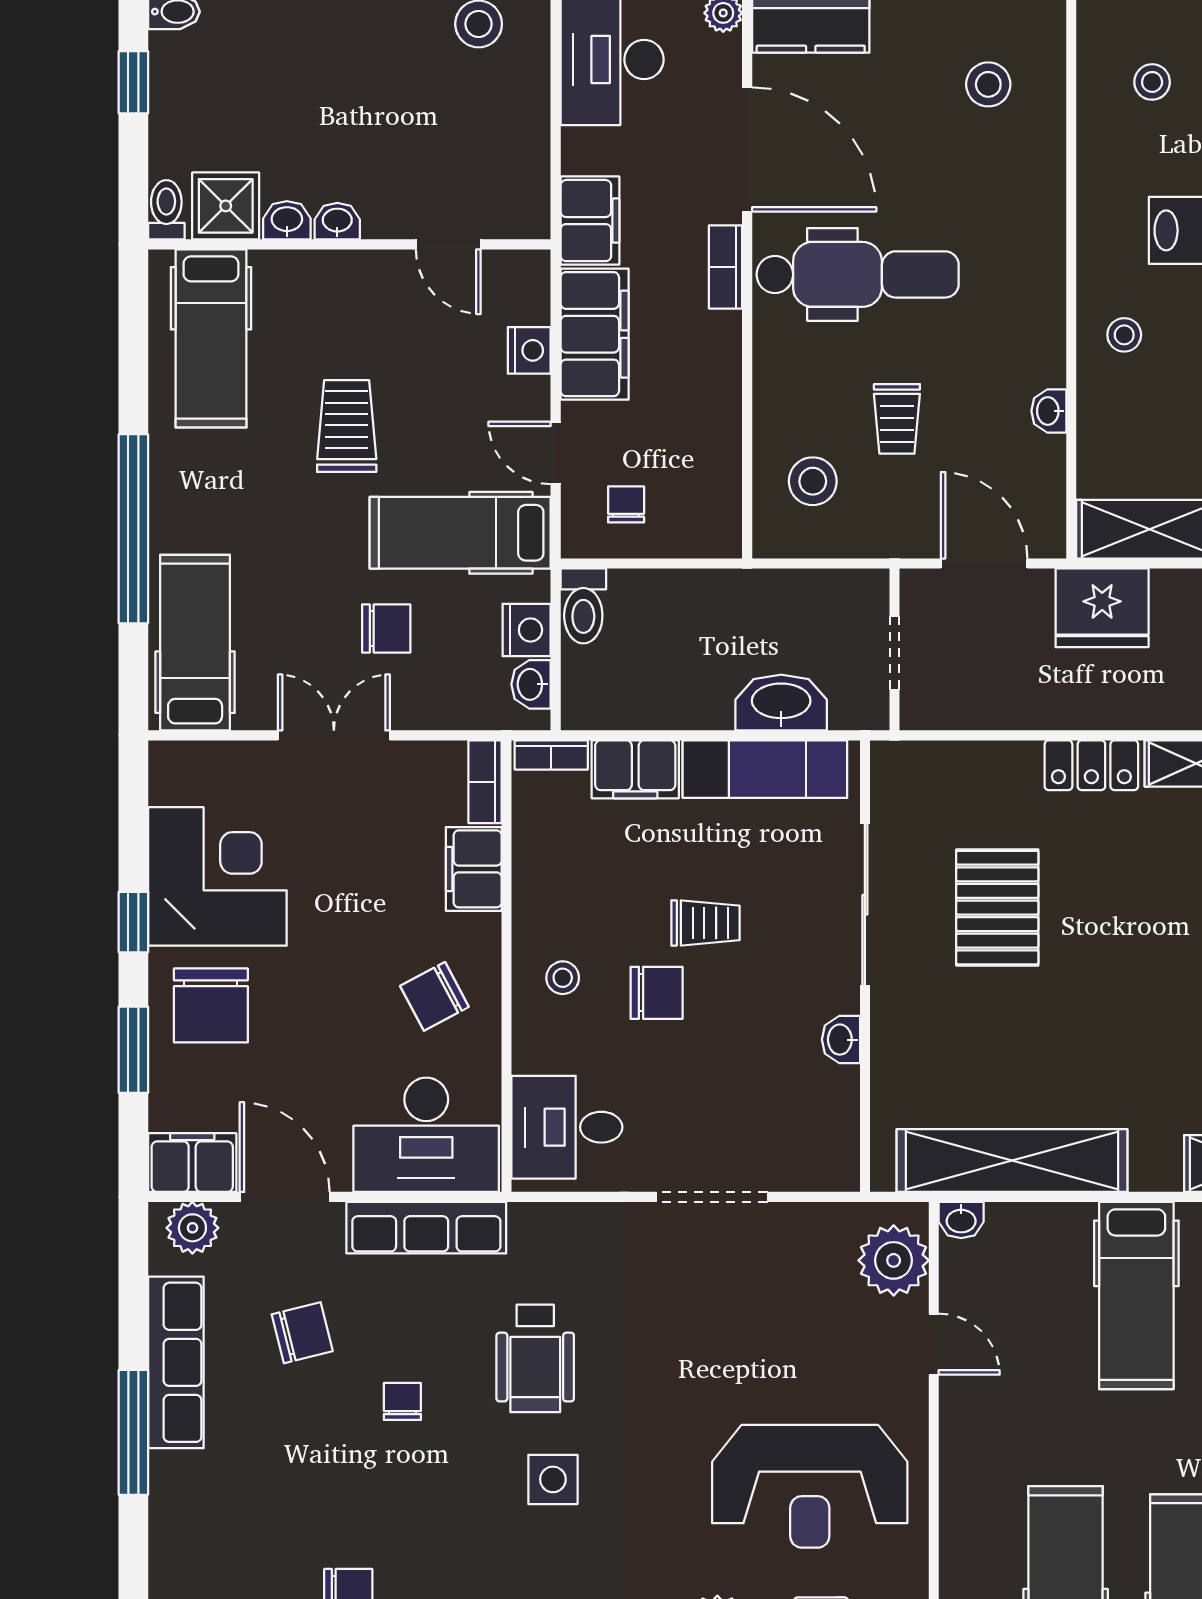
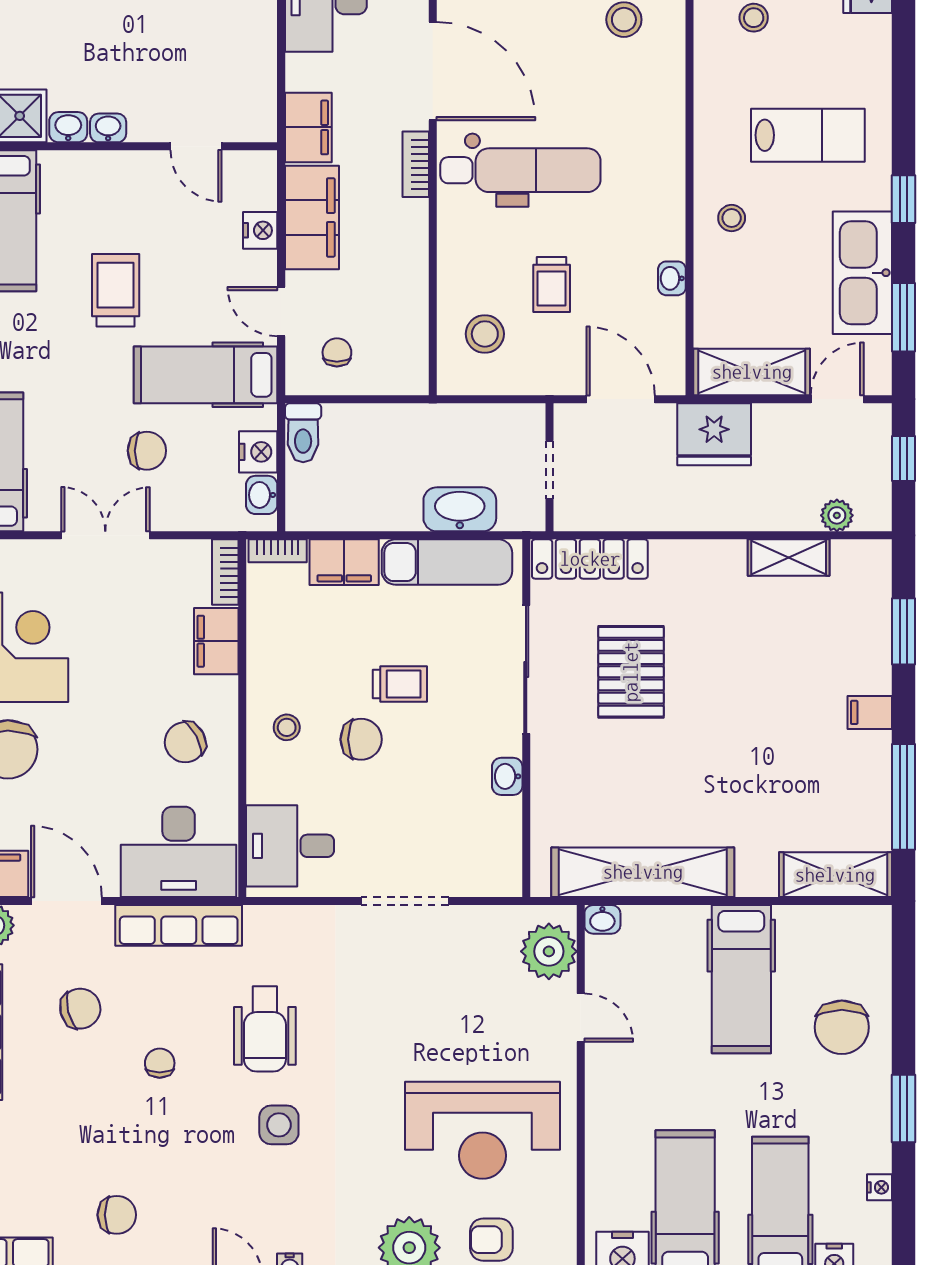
locker: (1091, 765) -> (590, 559), moved, width x1.53

